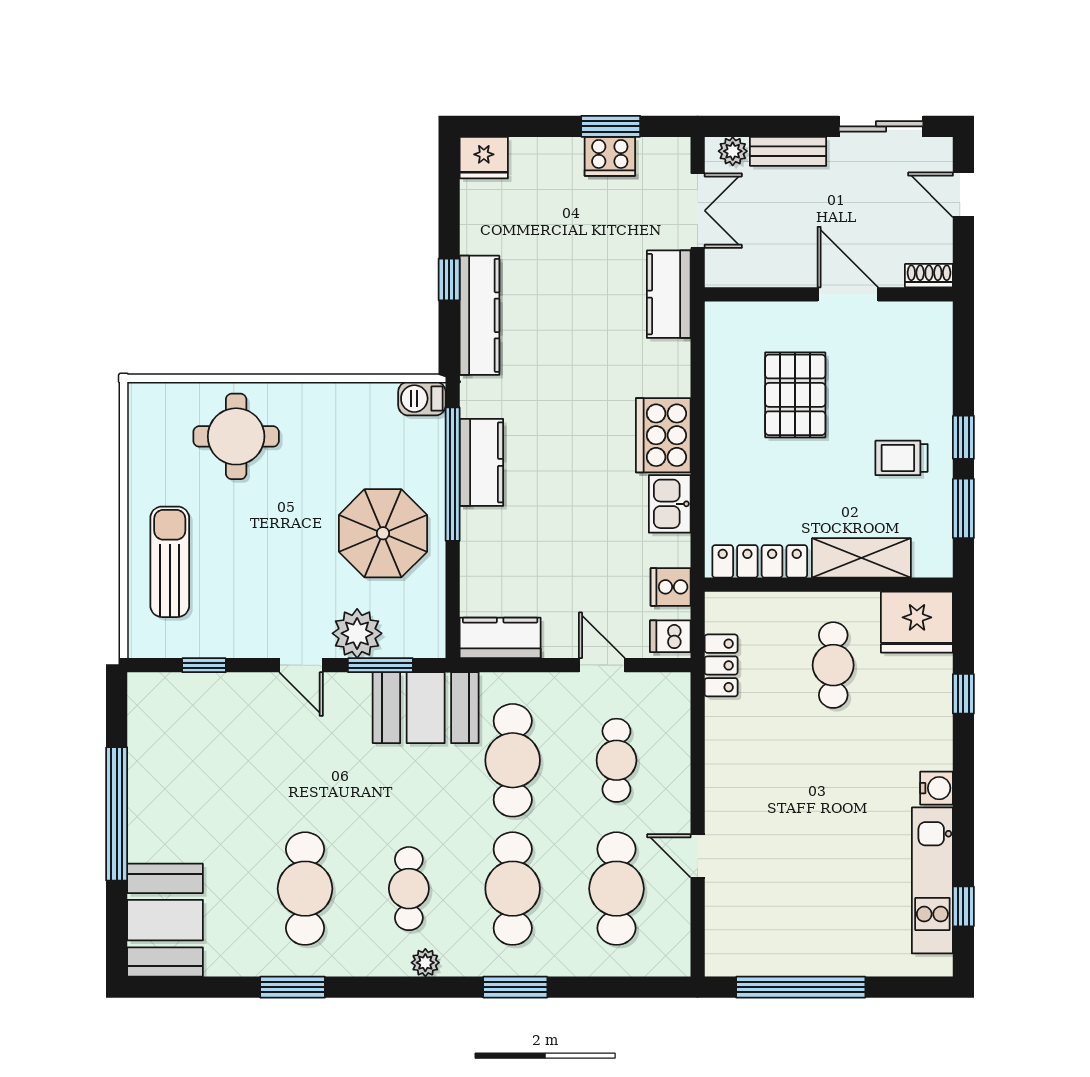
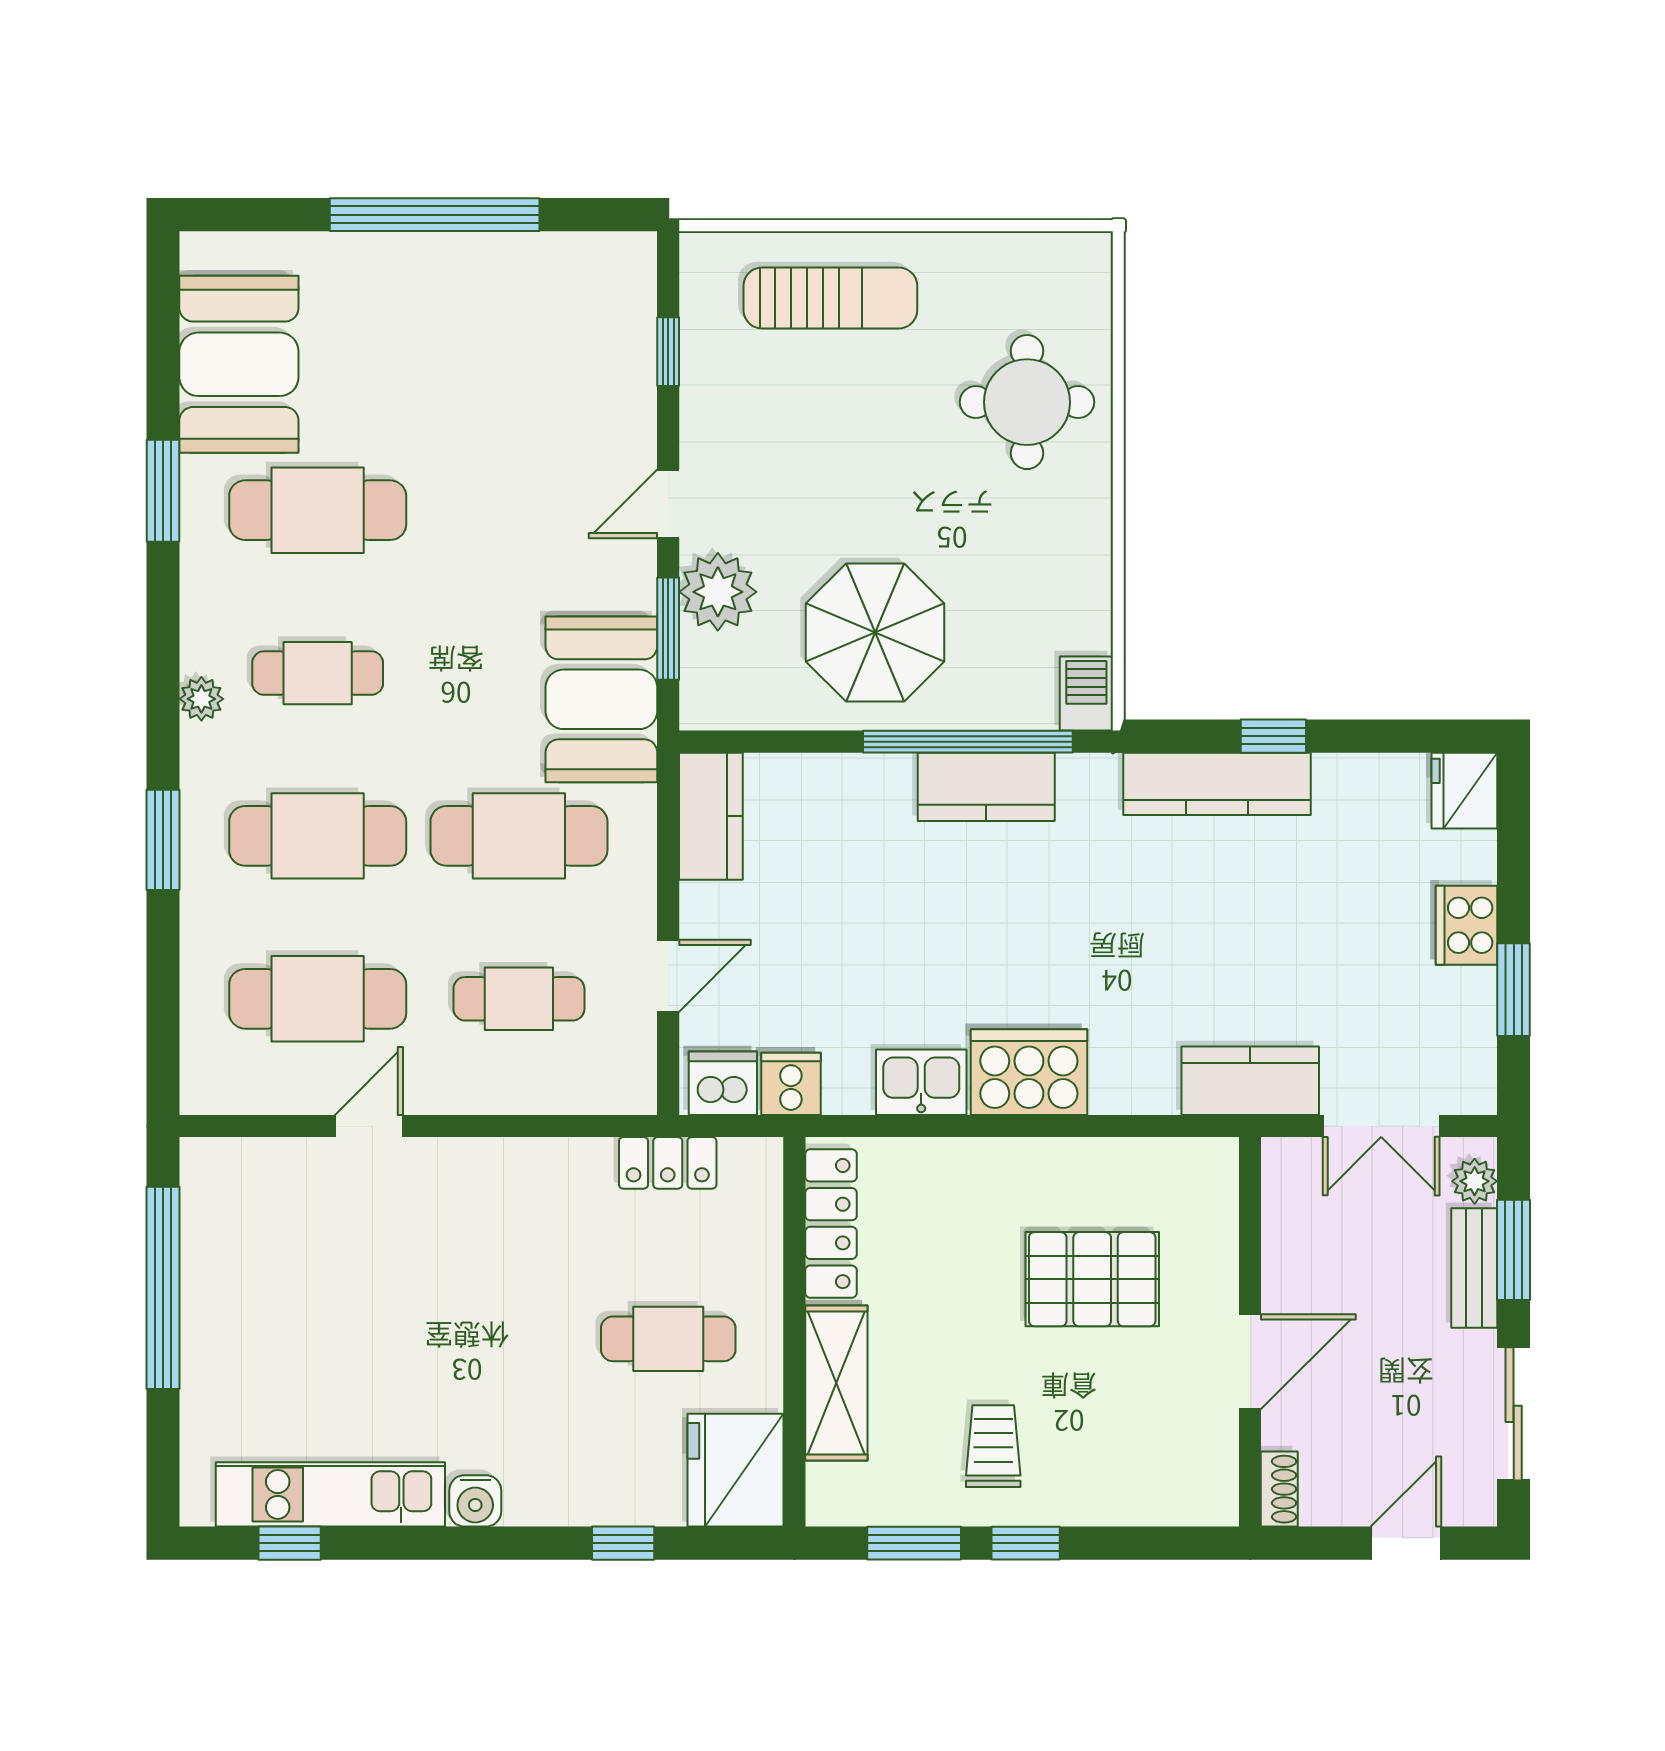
window: (777, 126) -> (1514, 1250), added
cooker: (610, 156) -> (1466, 925), moved
dishwasher: (670, 636) -> (723, 1083), width x1.38
booth: (165, 920) -> (239, 364), moved, turned 90

